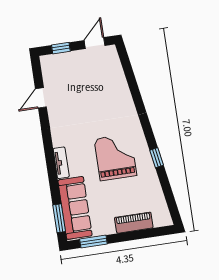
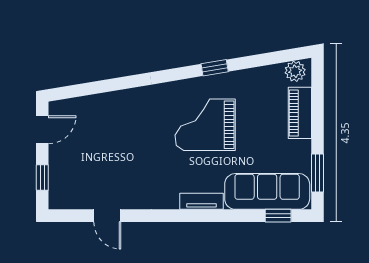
door: (95, 43) -> (42, 130), swing flipped
plant: (163, 215) -> (295, 71), added
window: (59, 218) -> (278, 216), width x0.67

